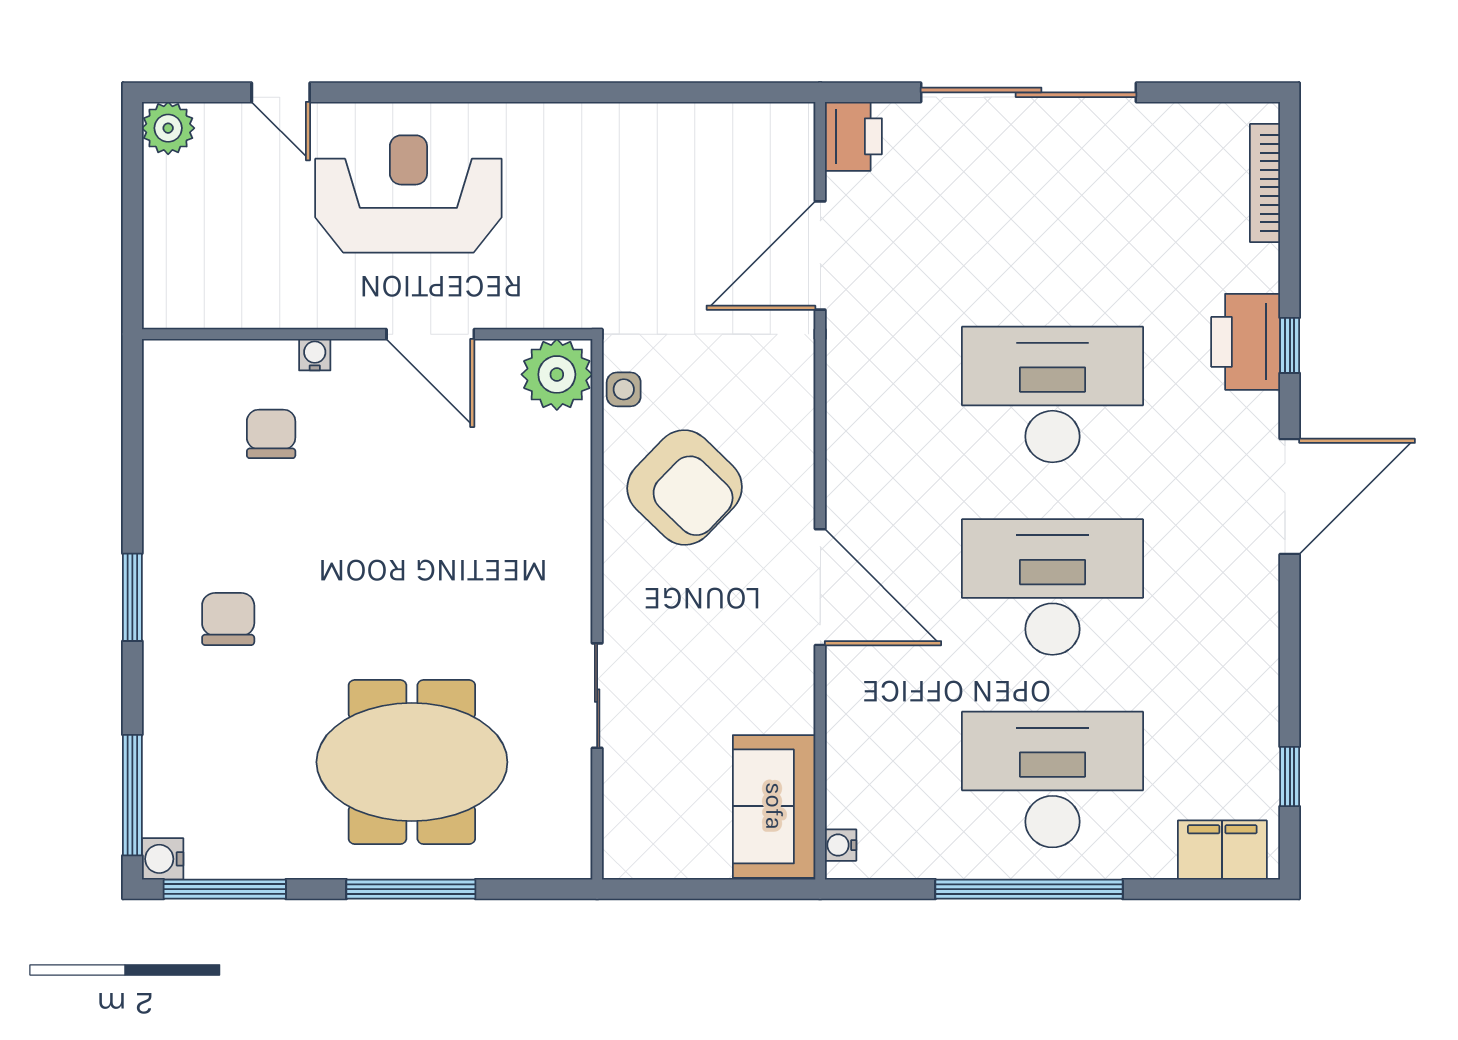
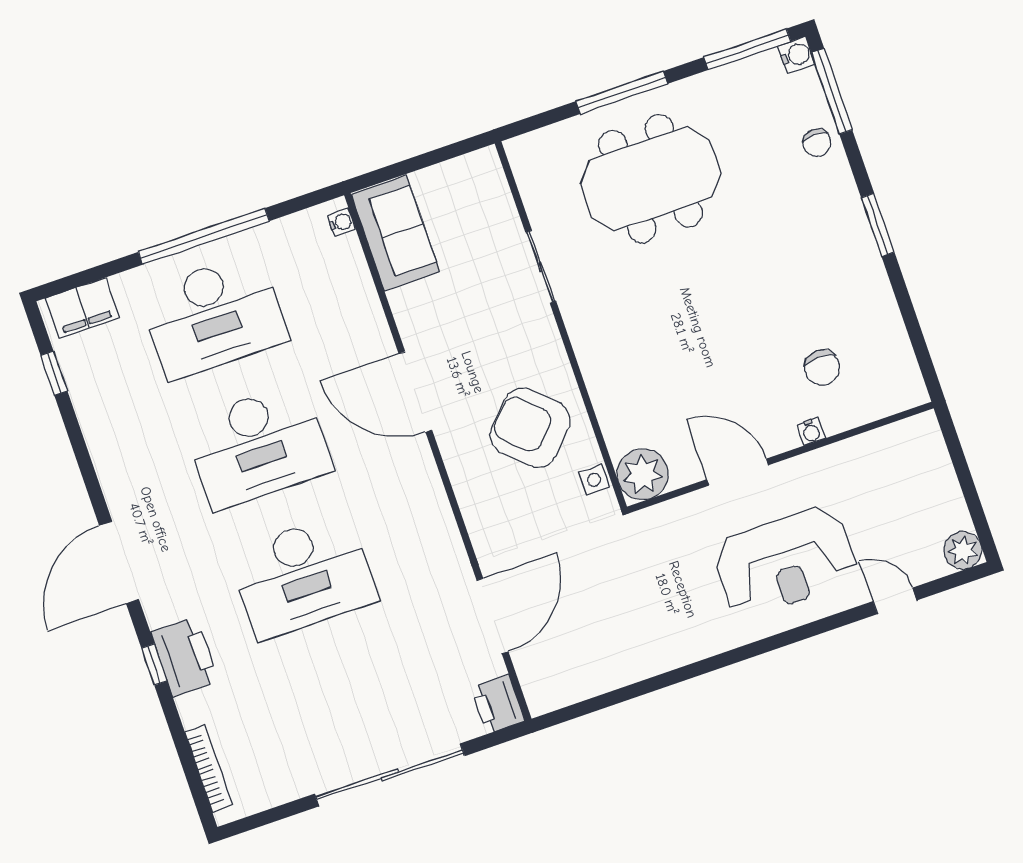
chair: (228, 619) -> (817, 143), moved, width x0.73, depth x0.73

